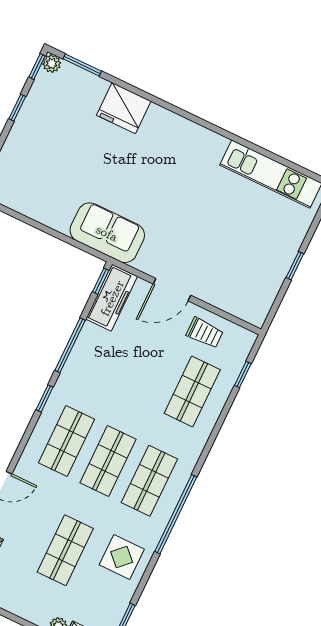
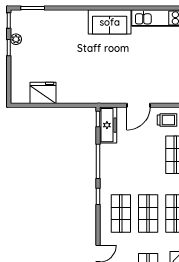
plant: (52, 64) -> (16, 39), moved
fridge: (124, 108) -> (43, 93), moved, turned 180
sofa: (107, 233) -> (110, 22), moved, turned 180

